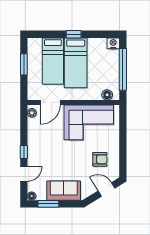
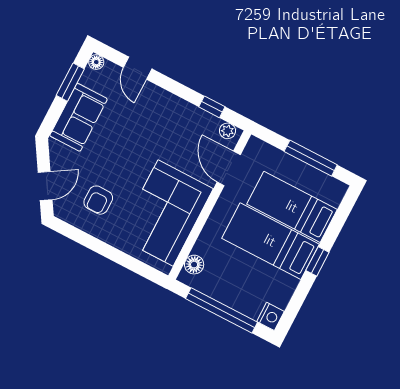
window: (24, 64) -> (311, 158), width x1.44
window: (24, 152) -> (212, 107), moved

